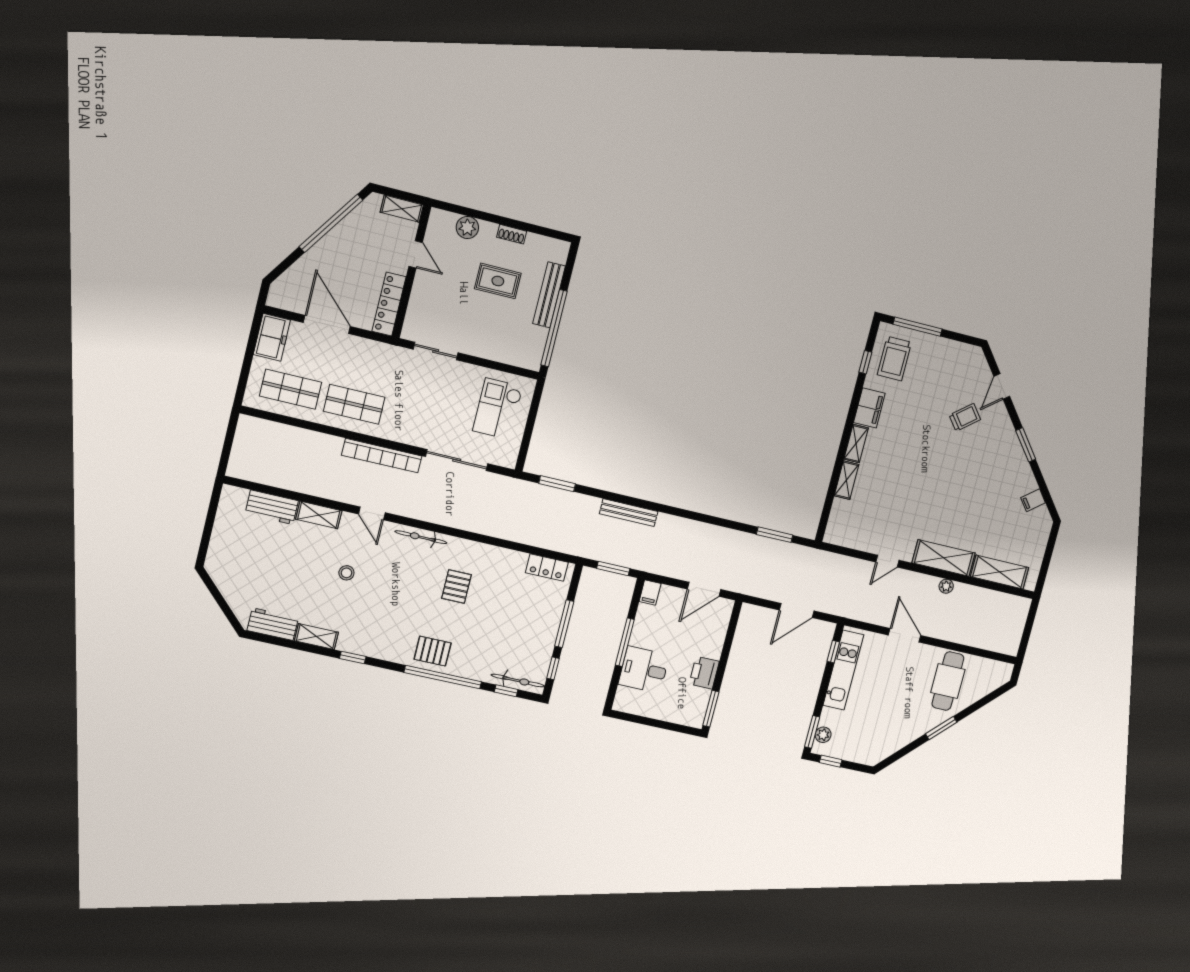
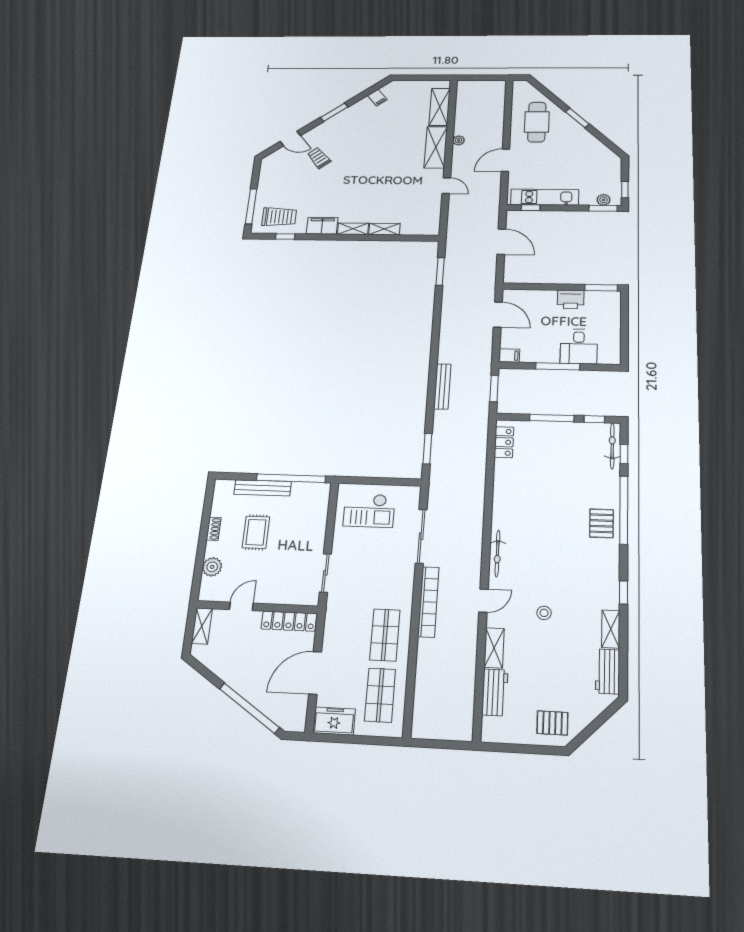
window: (331, 223) -> (249, 708), moved
pallet: (456, 587) -> (552, 723), moved
cafe table: (948, 681) -> (537, 122), turned 90

